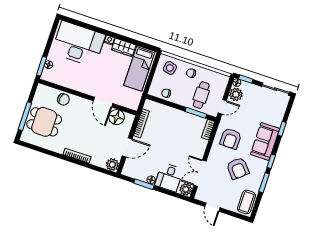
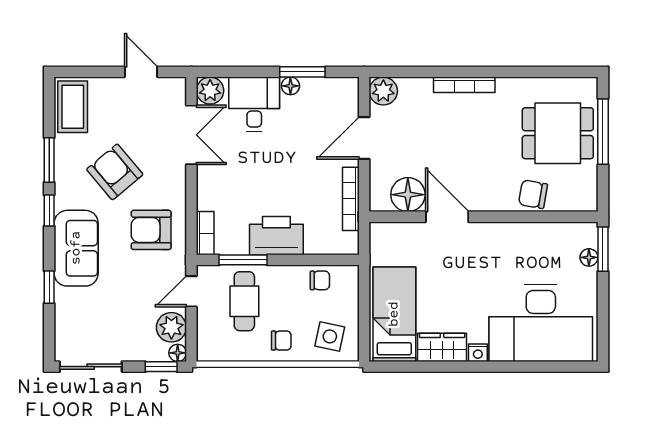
printer: (178, 118) -> (276, 236), added
armchair: (231, 139) -> (151, 230), turned -90

